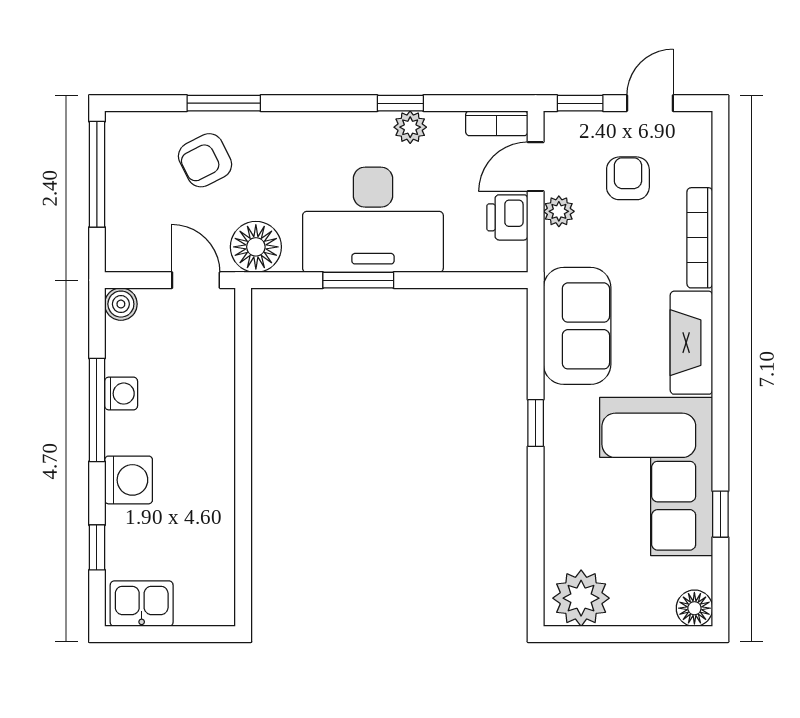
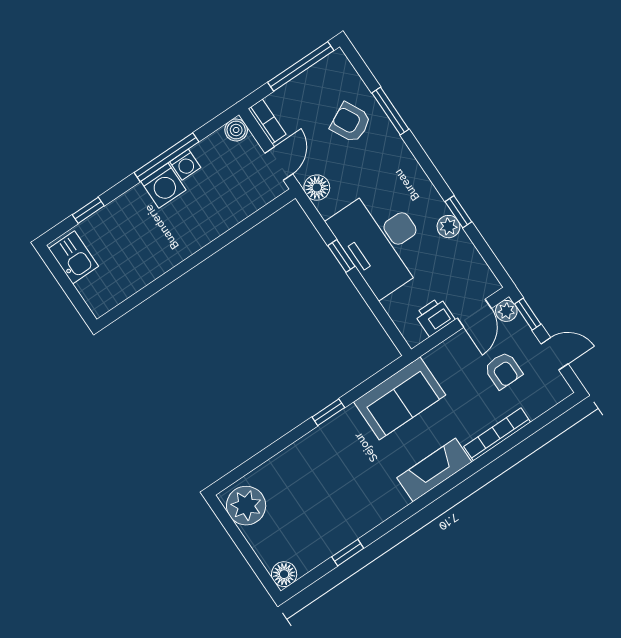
bookcase: (497, 123) -> (267, 121), moved, turned 180
door: (536, 167) -> (474, 313), swing flipped
armchair: (628, 178) -> (503, 370), turned 90
plant: (559, 211) -> (506, 311), moved
floor lamp: (256, 247) -> (317, 188), width x0.73, depth x0.73
window: (358, 280) -> (341, 256), width x0.67
corner sofa: (656, 476) -> (344, 501), removed
washing machine: (129, 480) -> (163, 186), moved

